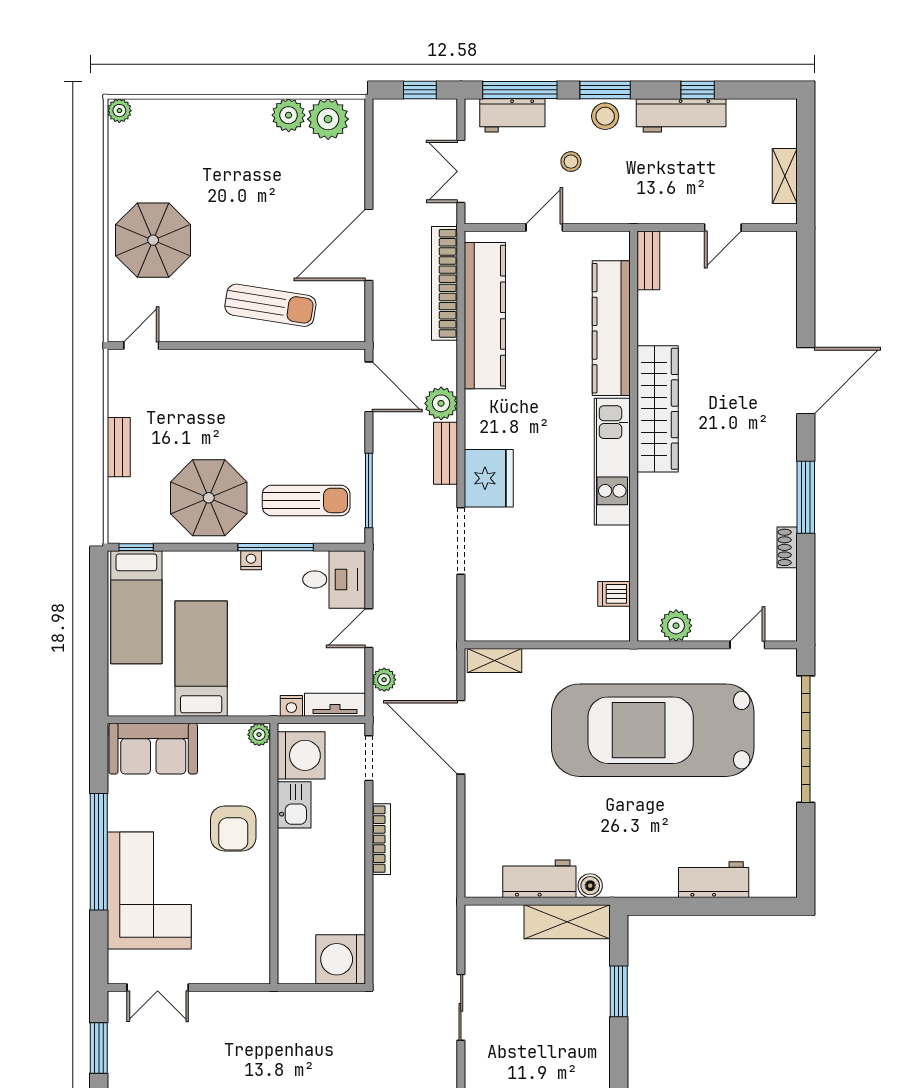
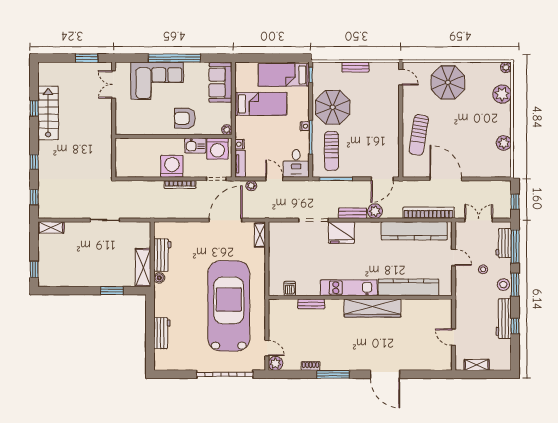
plant: (328, 119) -> (502, 94), moved
bench: (648, 260) -> (311, 304), moved
plant: (676, 626) -> (276, 363), moved
washing machine: (341, 959) -> (172, 166), moved

